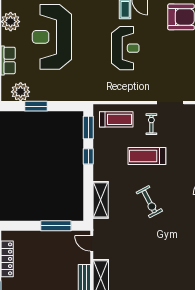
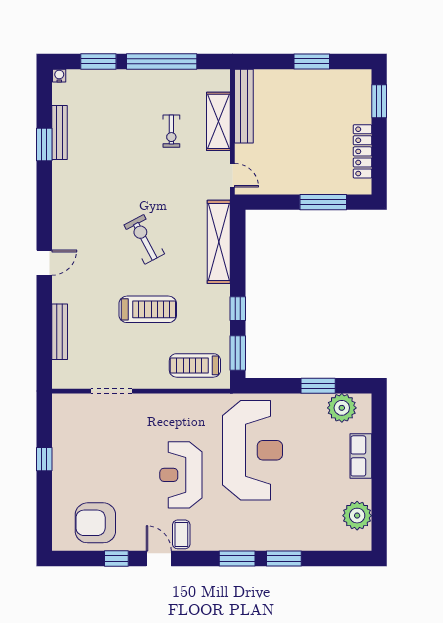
reception desk: (52, 37) -> (252, 450), moved
exercise bike: (151, 124) -> (171, 131), moved
shelving: (101, 200) -> (219, 242), width x1.47
window: (56, 226) -> (323, 202), moved

